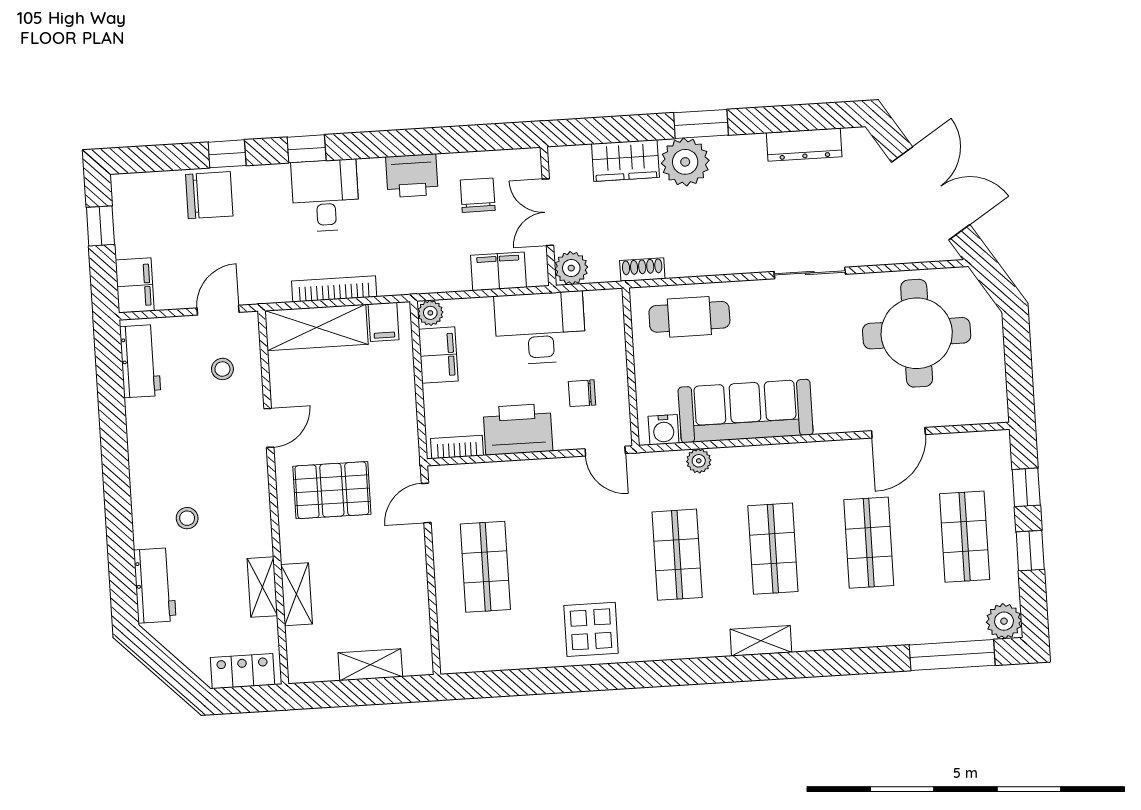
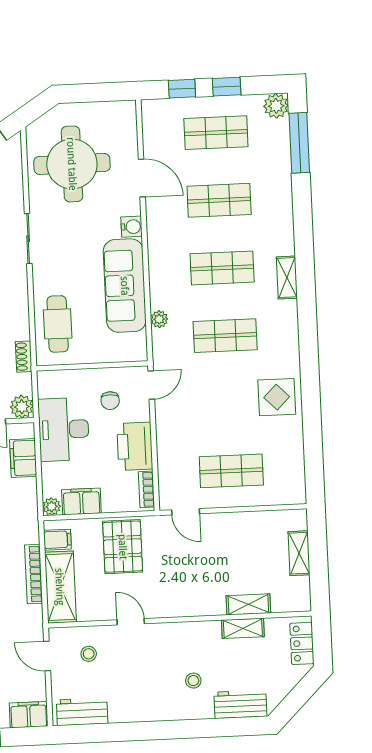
water cooler: (664, 430) -> (132, 227), moved
pallet: (332, 490) -> (123, 547), moved

